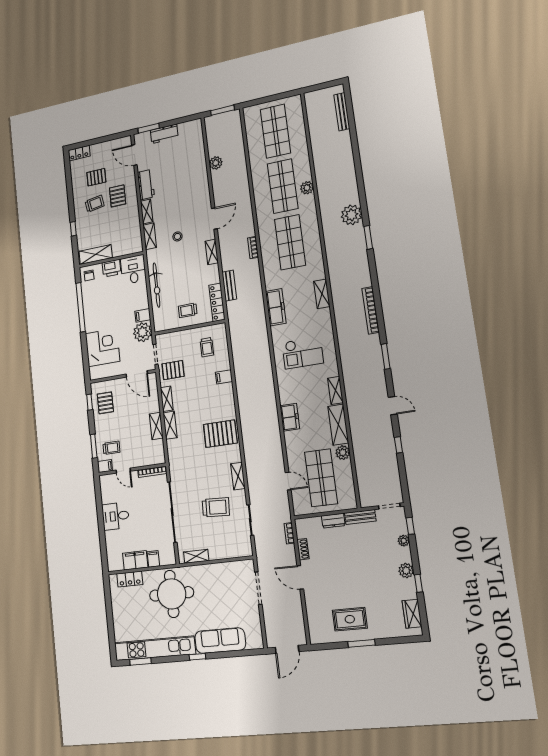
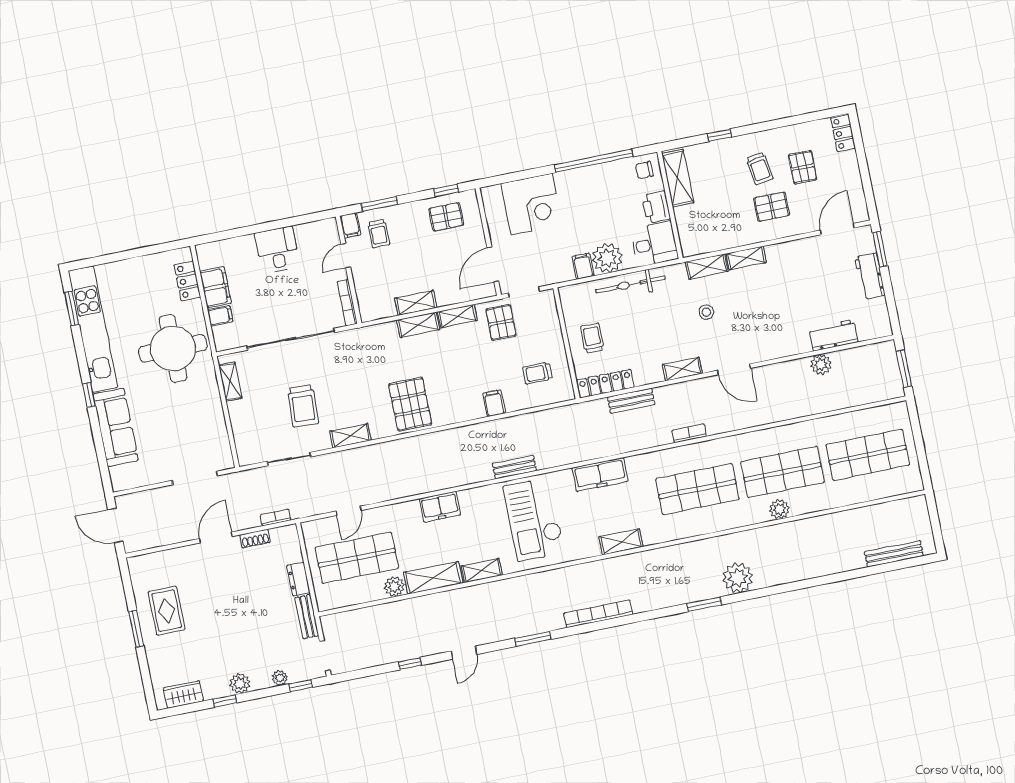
workbench: (146, 185) -> (833, 335), moved, turned 180
plant: (143, 332) -> (607, 258), moved
checkout: (303, 353) -> (534, 519), width x1.36, depth x1.21
bench: (267, 365) -> (514, 467), added

